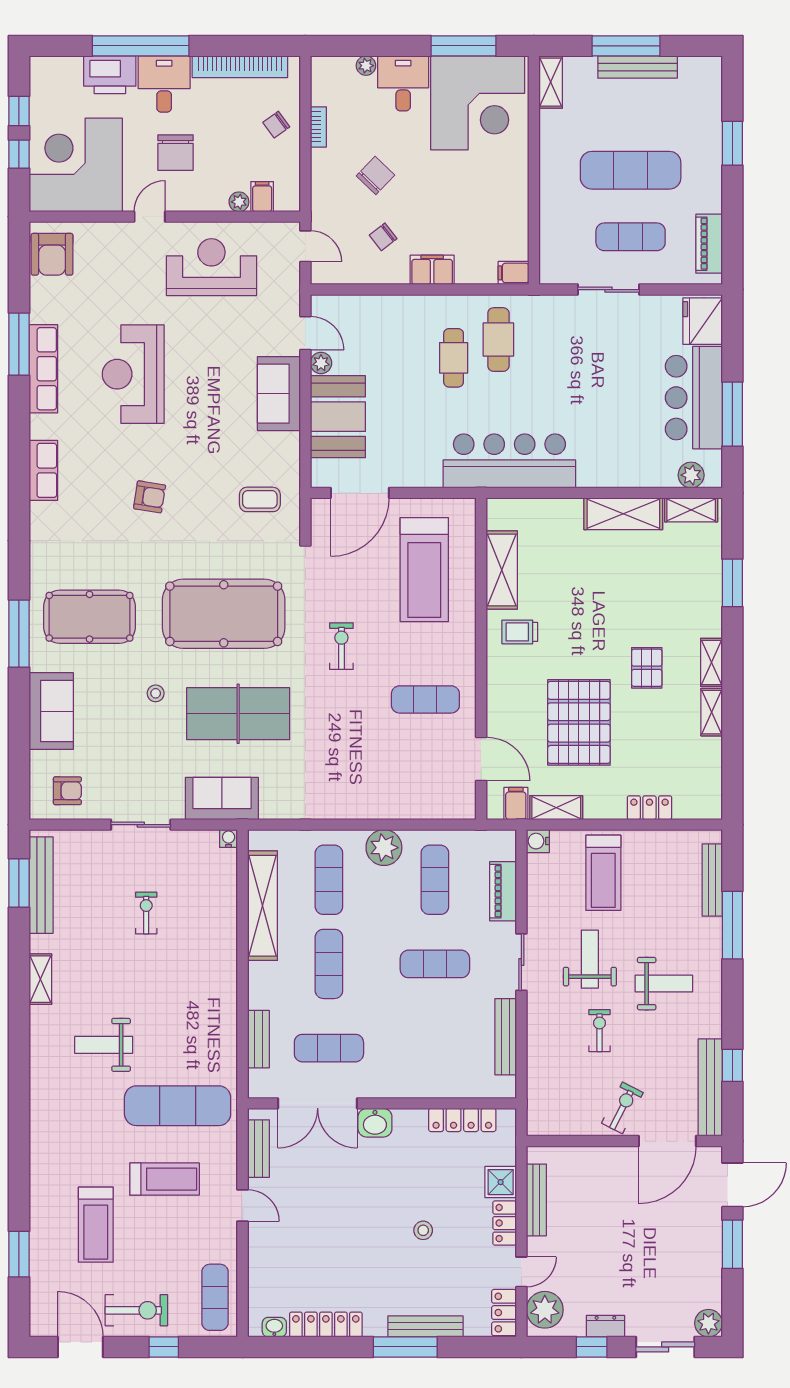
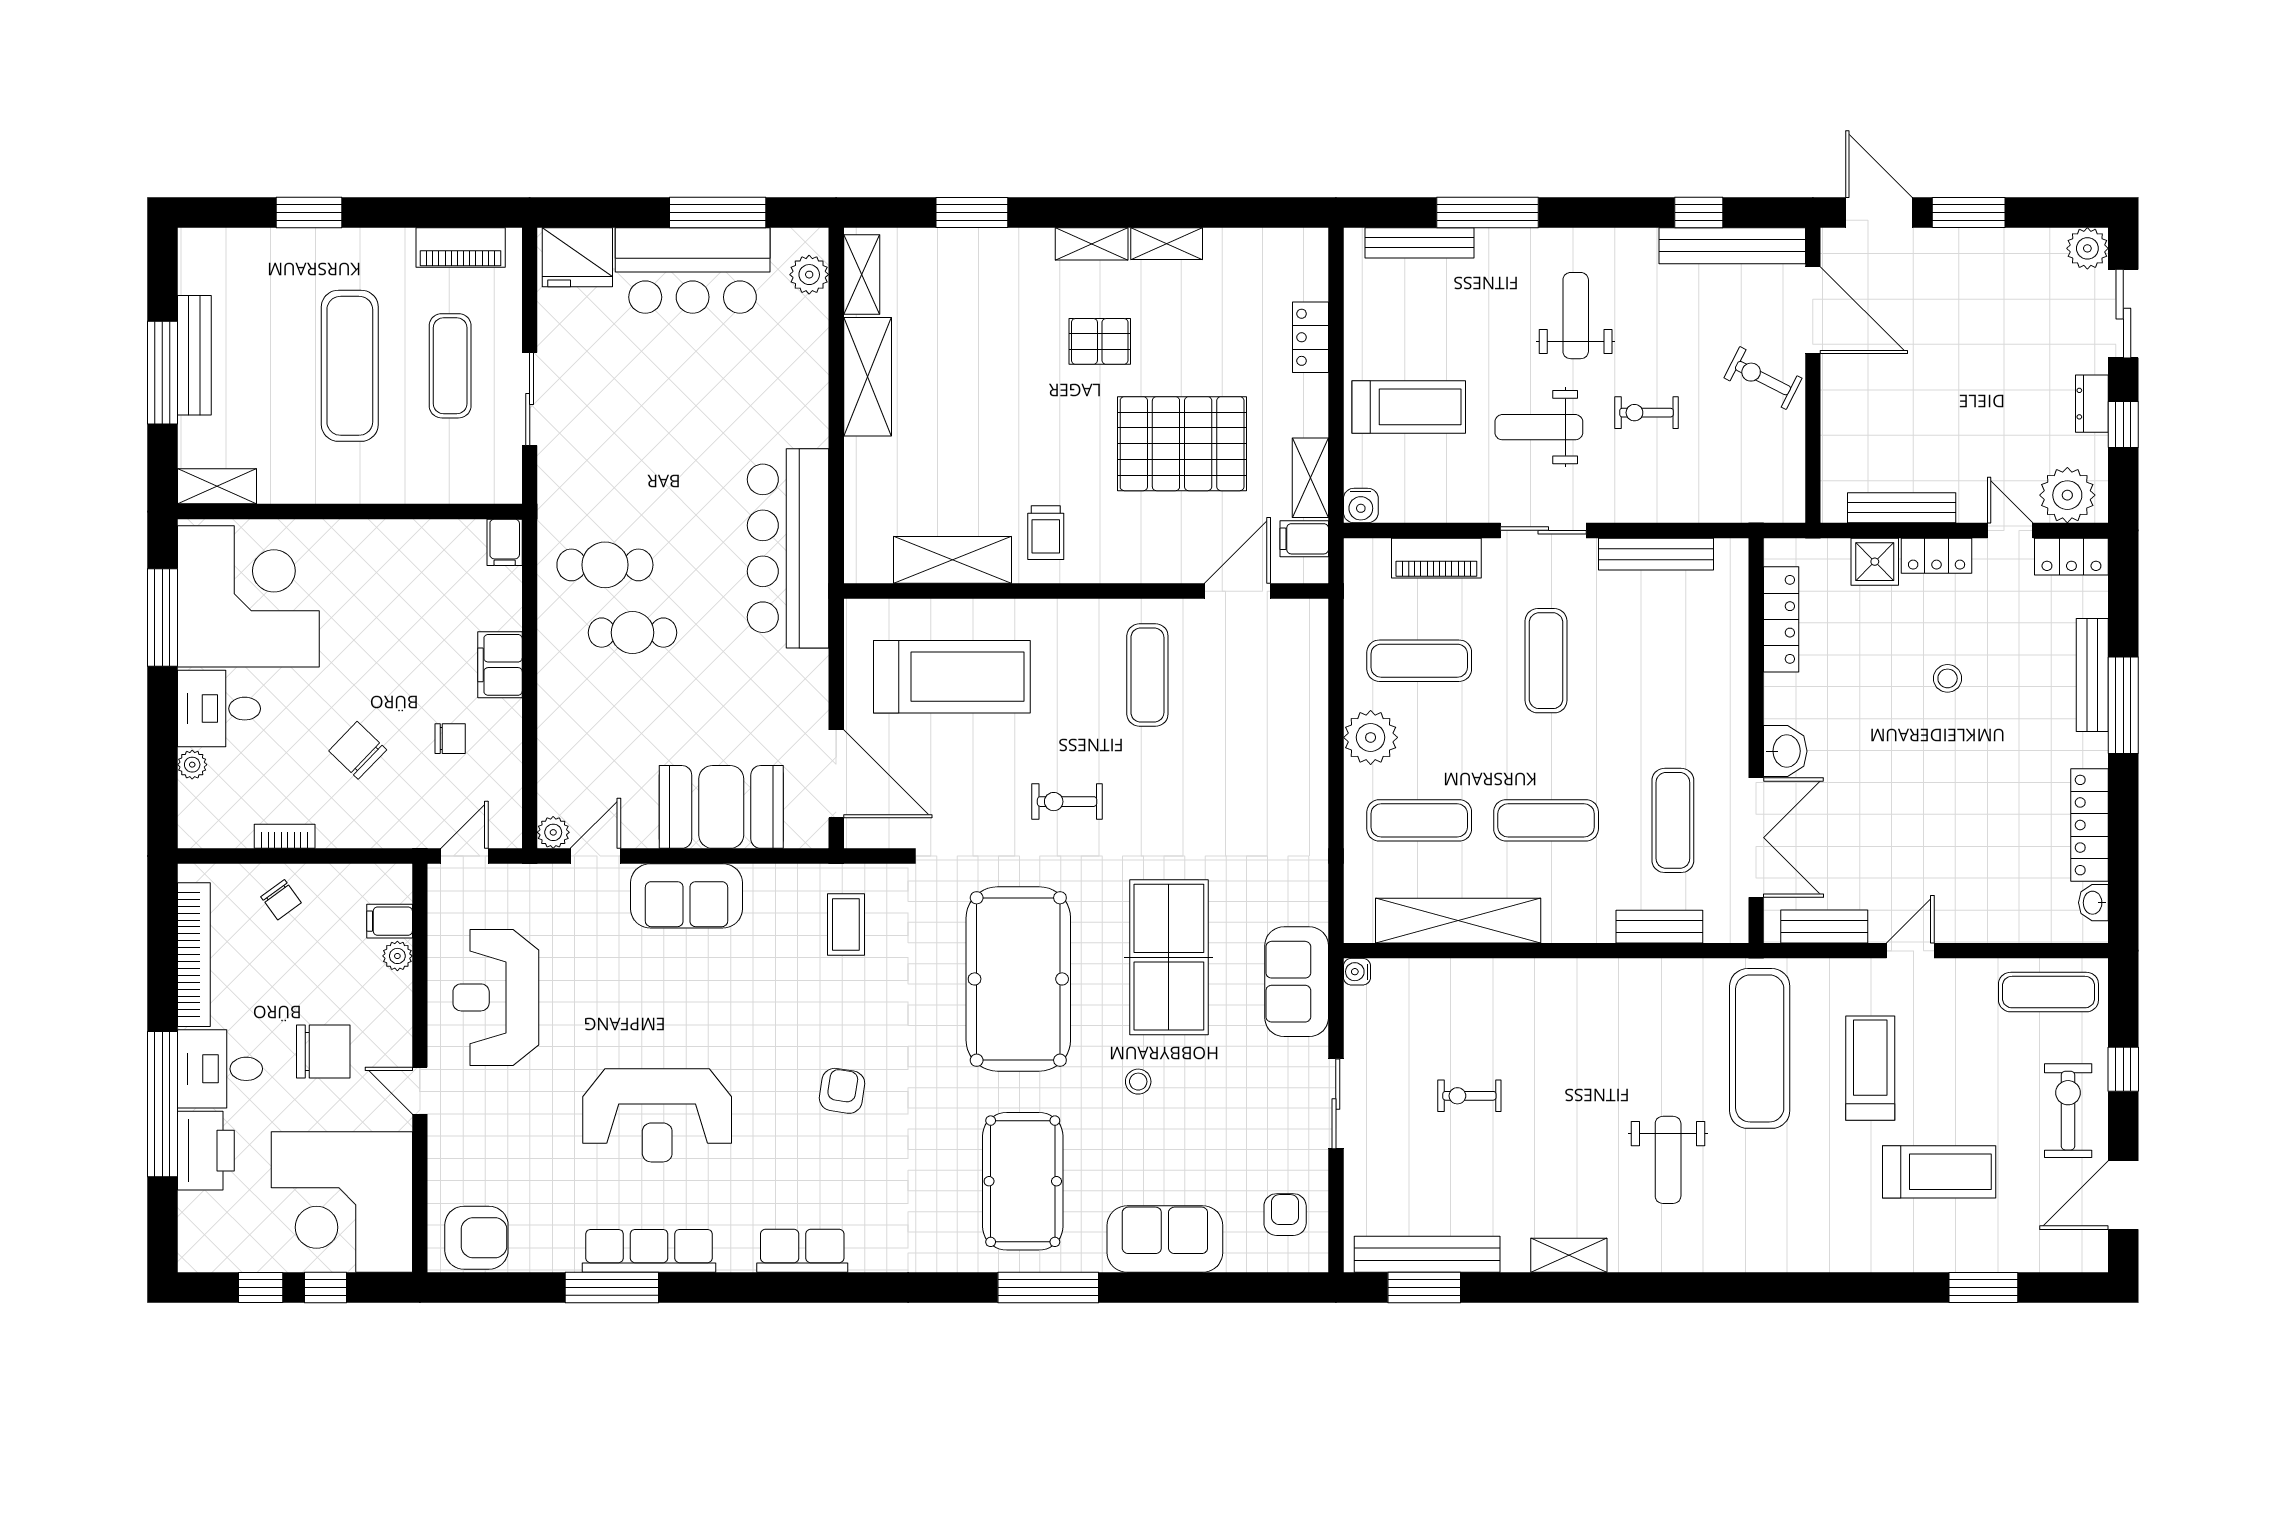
chair: (383, 237) -> (450, 739), turned -52
plant: (321, 363) -> (553, 832), moved

